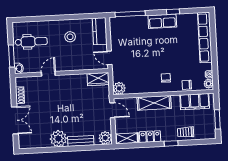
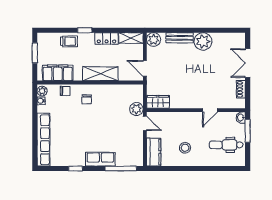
row of seats: (162, 21) -> (100, 159), moved
plant: (119, 88) -> (136, 109), moved

